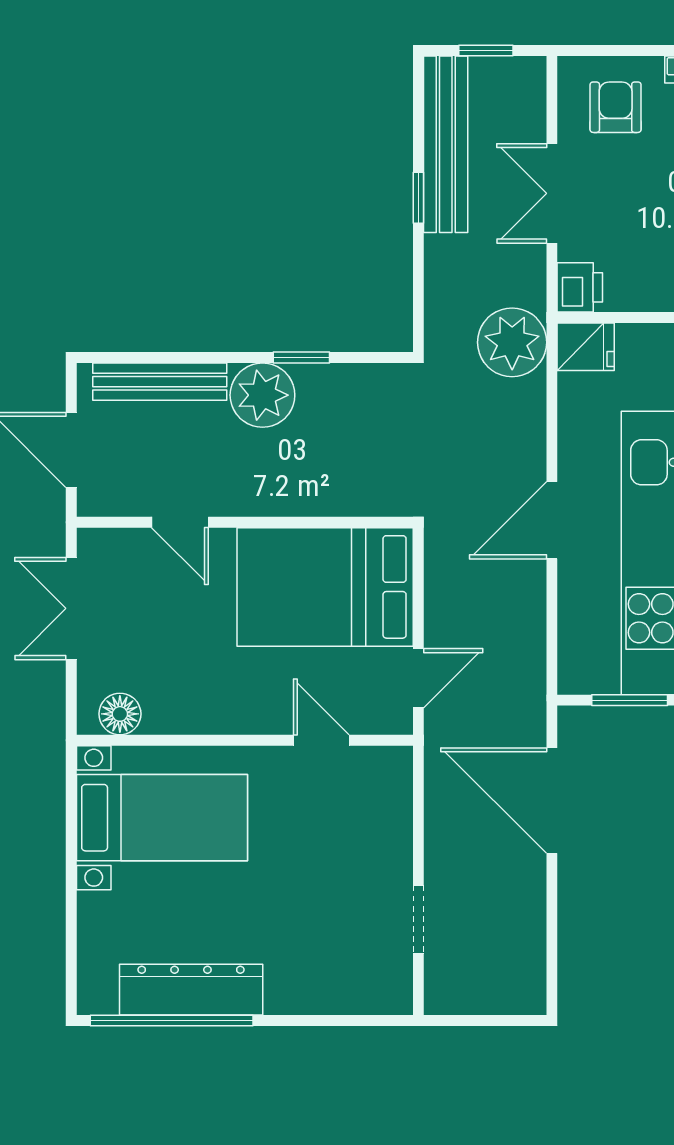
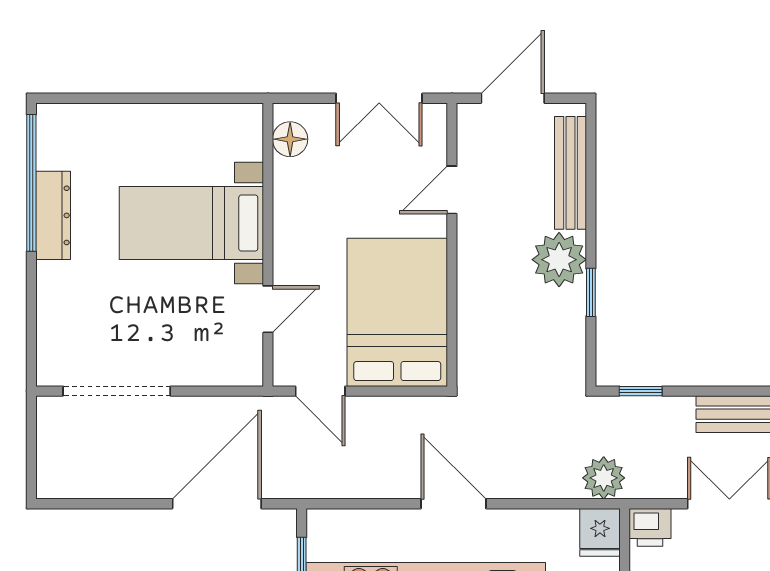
window: (418, 198) -> (641, 391), moved
plant: (512, 342) -> (604, 478), width x0.73, depth x0.73
double door: (71, 608) -> (379, 98), swing flipped
bed with nightstands: (162, 818) -> (191, 223), moved, turned 90
doorway: (418, 919) -> (117, 391), width x1.87
dresser: (191, 990) -> (53, 215), width x0.73, depth x0.80

